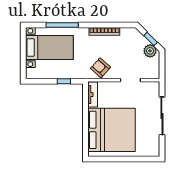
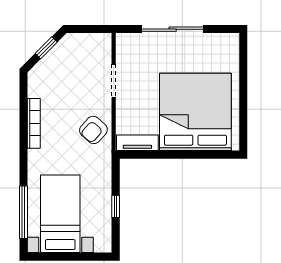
window: (62, 25) -> (23, 212), moved
plant: (150, 51) -> (66, 49), removed
window: (64, 81) -> (116, 206), moved

